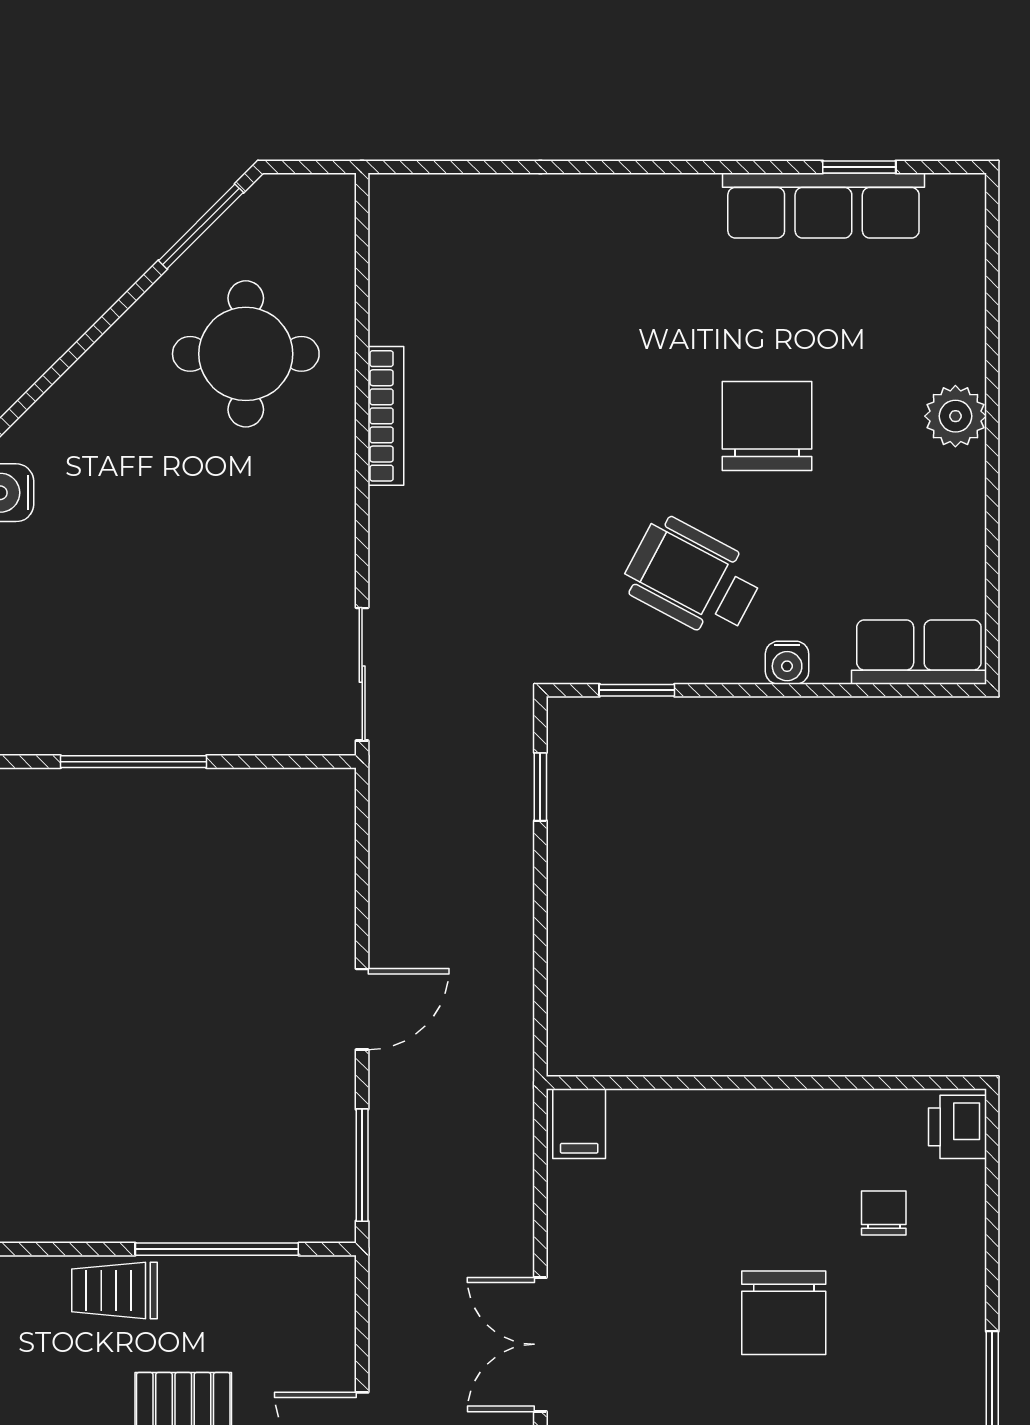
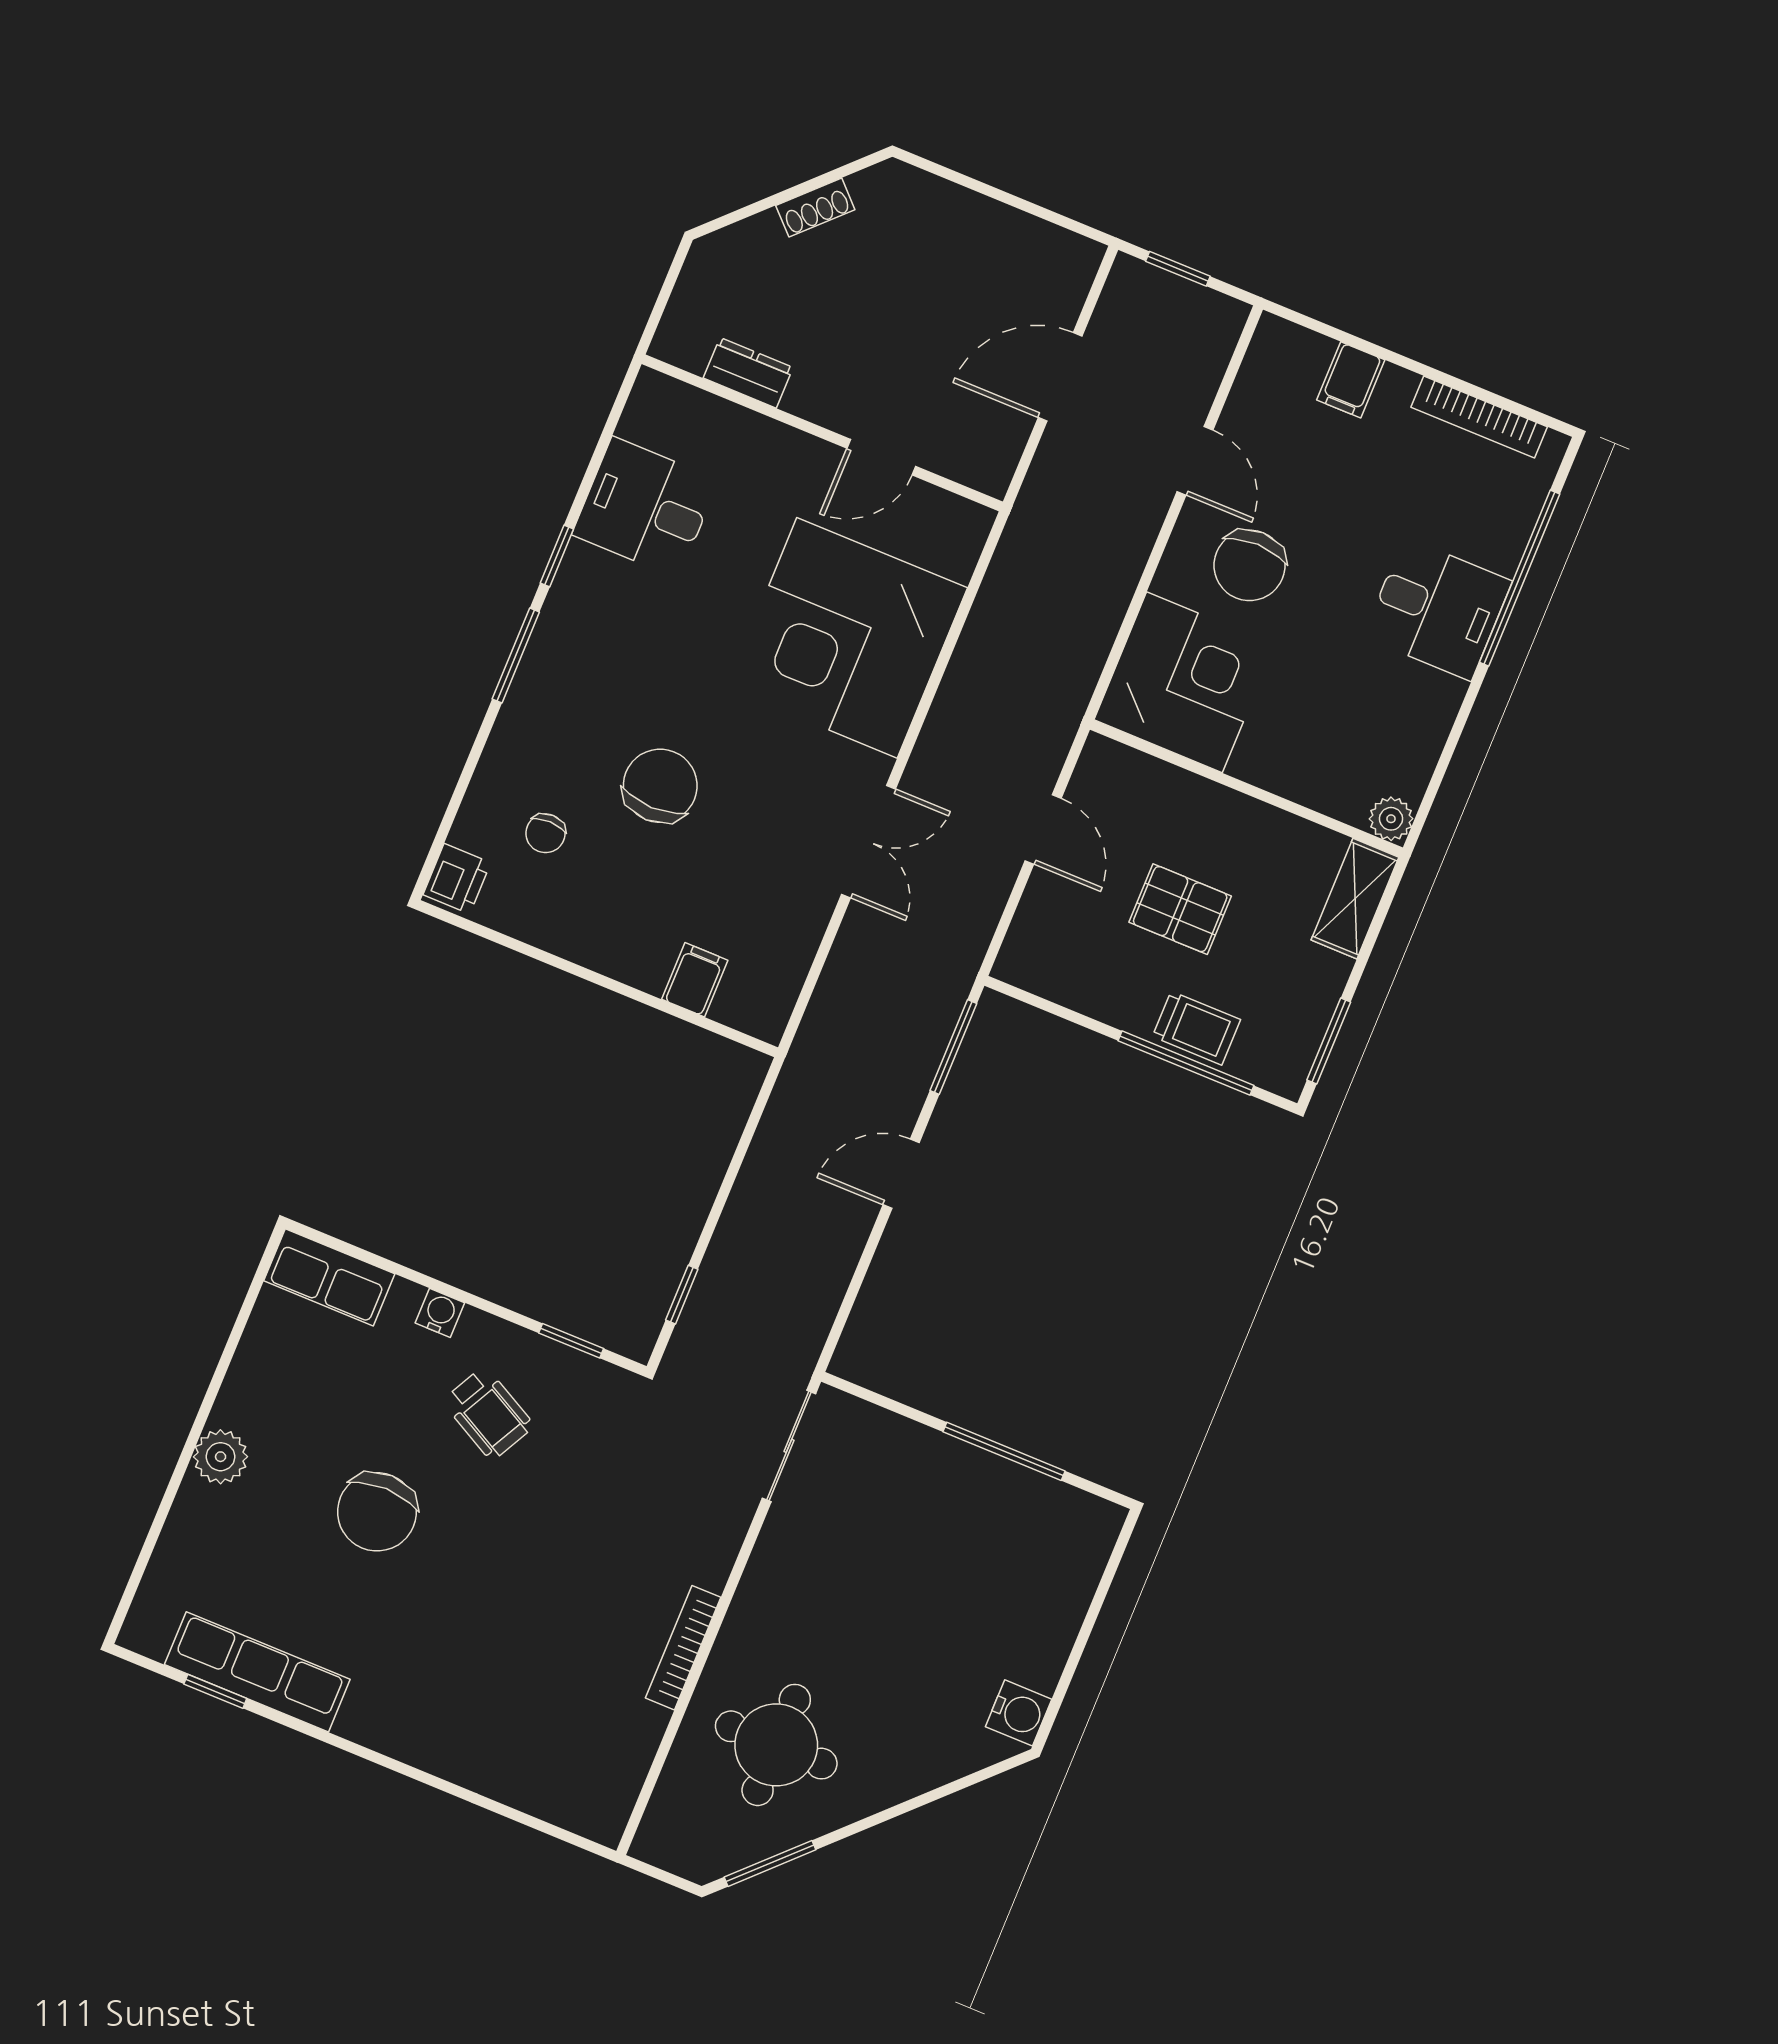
wheelchair: (693, 578) -> (488, 1413), width x0.73, depth x0.73
filing cabinet: (579, 1124) -> (695, 980), moved
window: (217, 1249) -> (1186, 1063), moved

